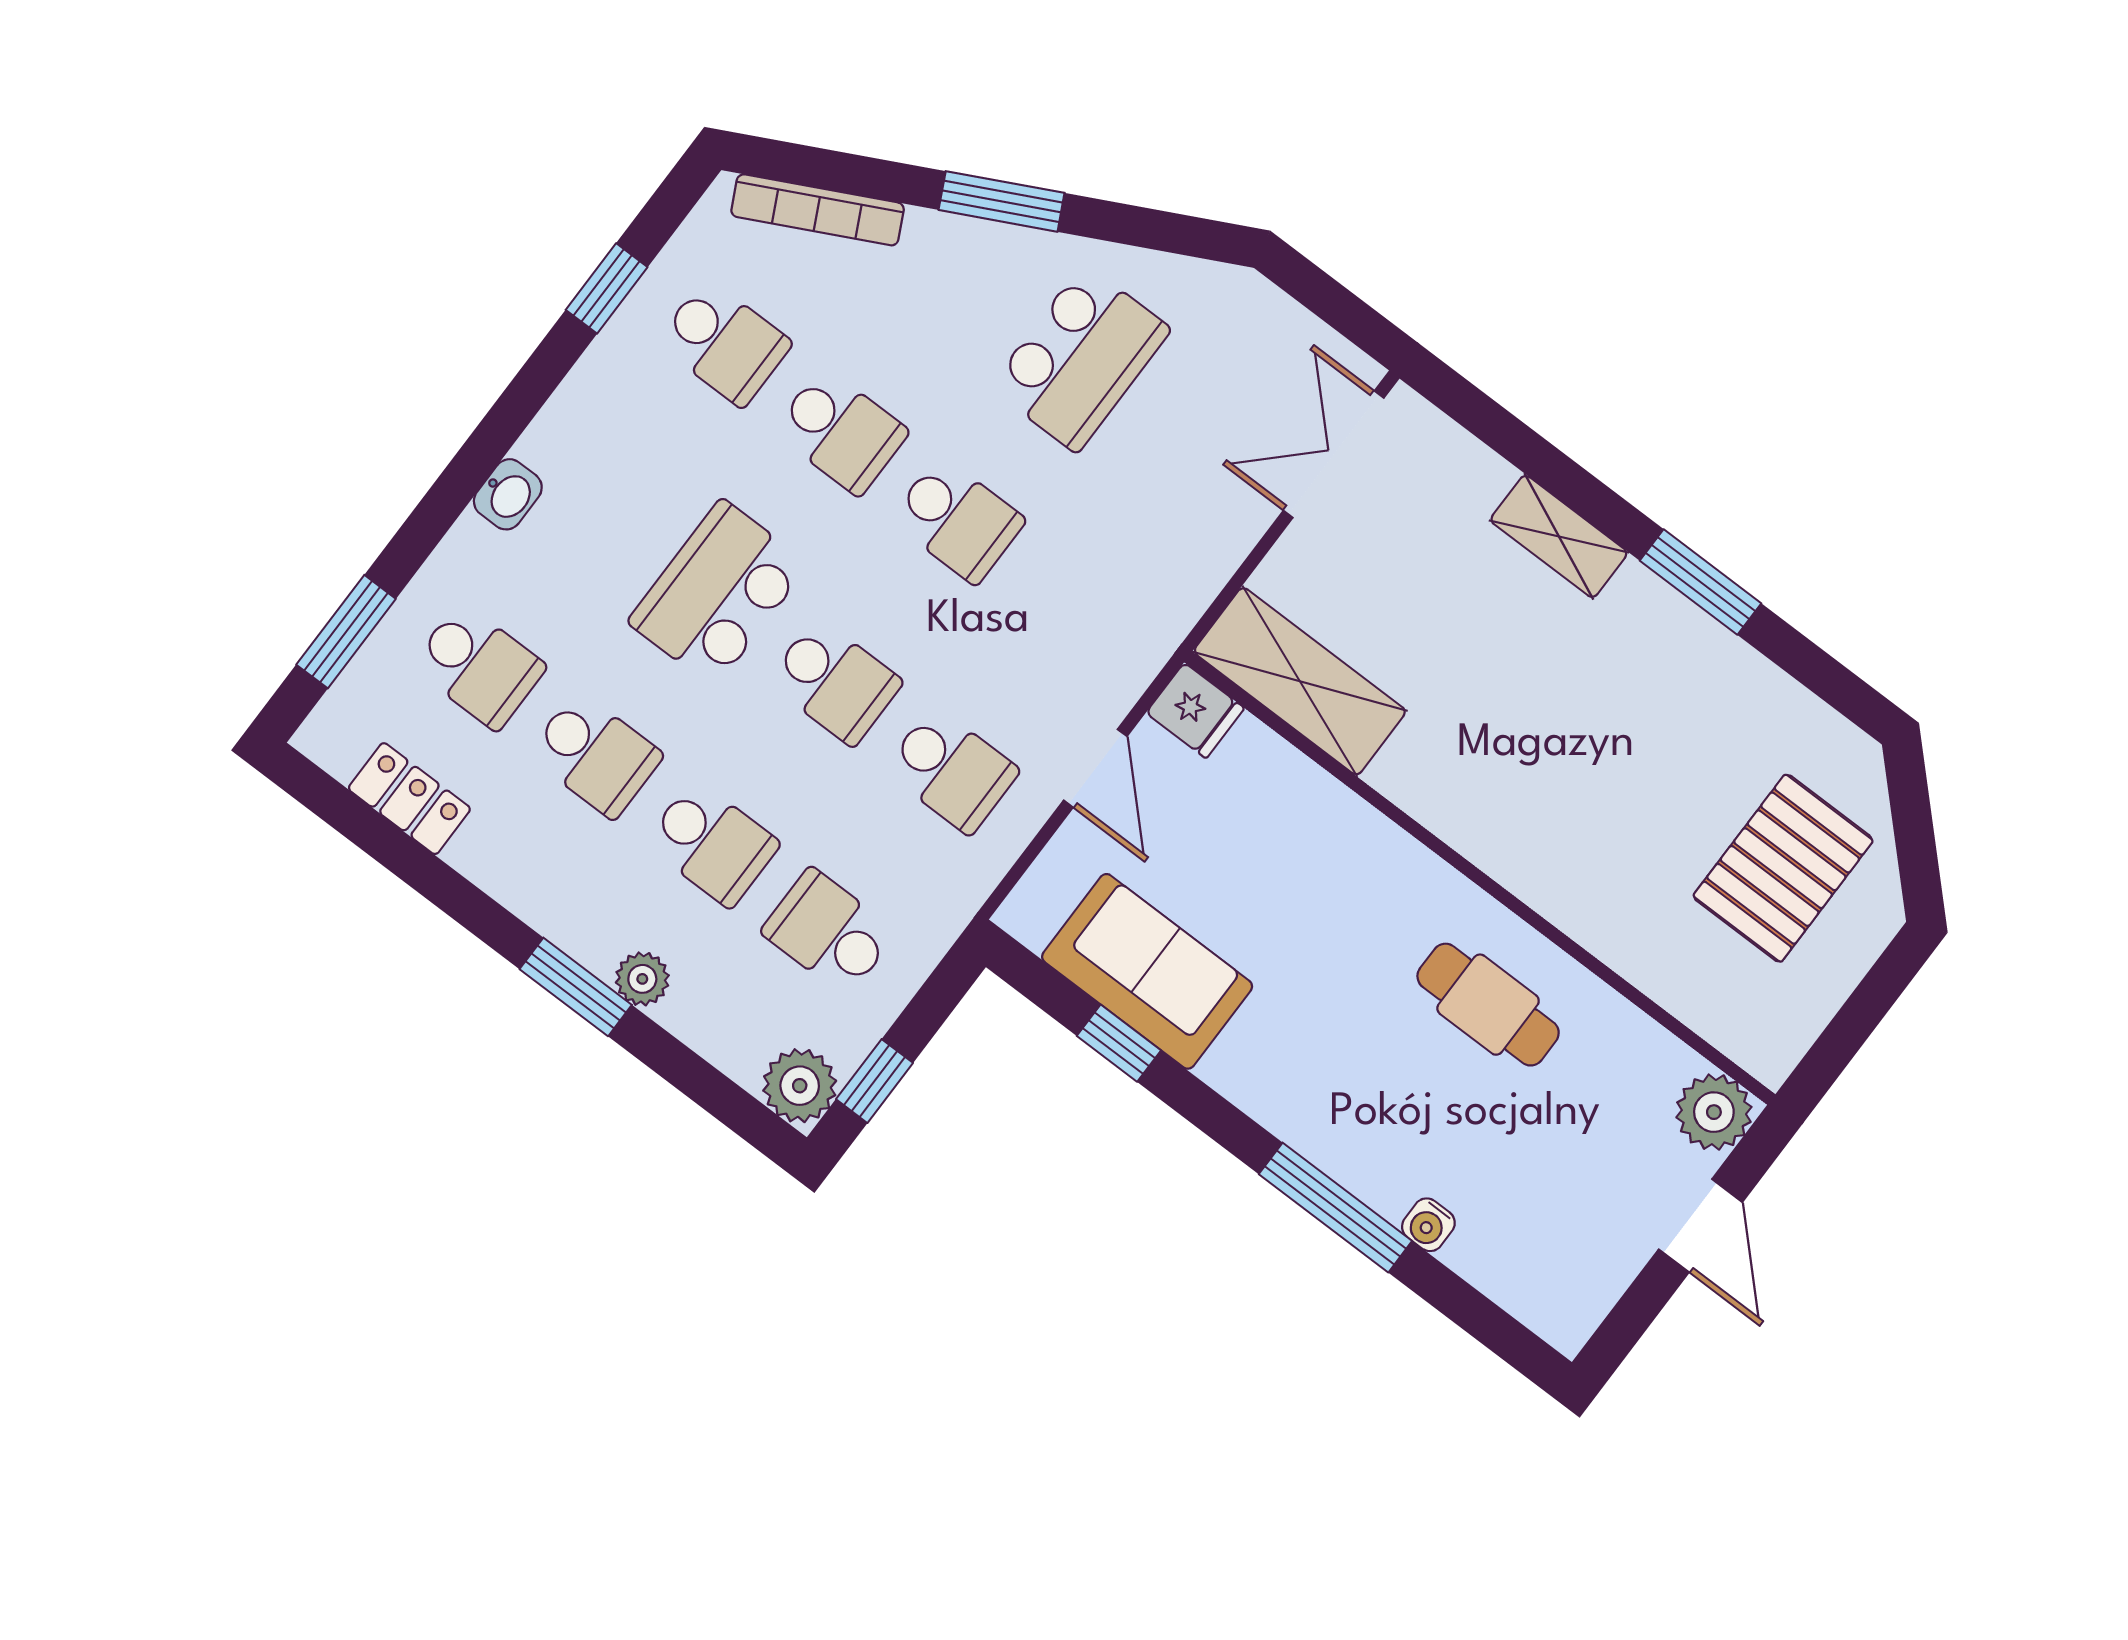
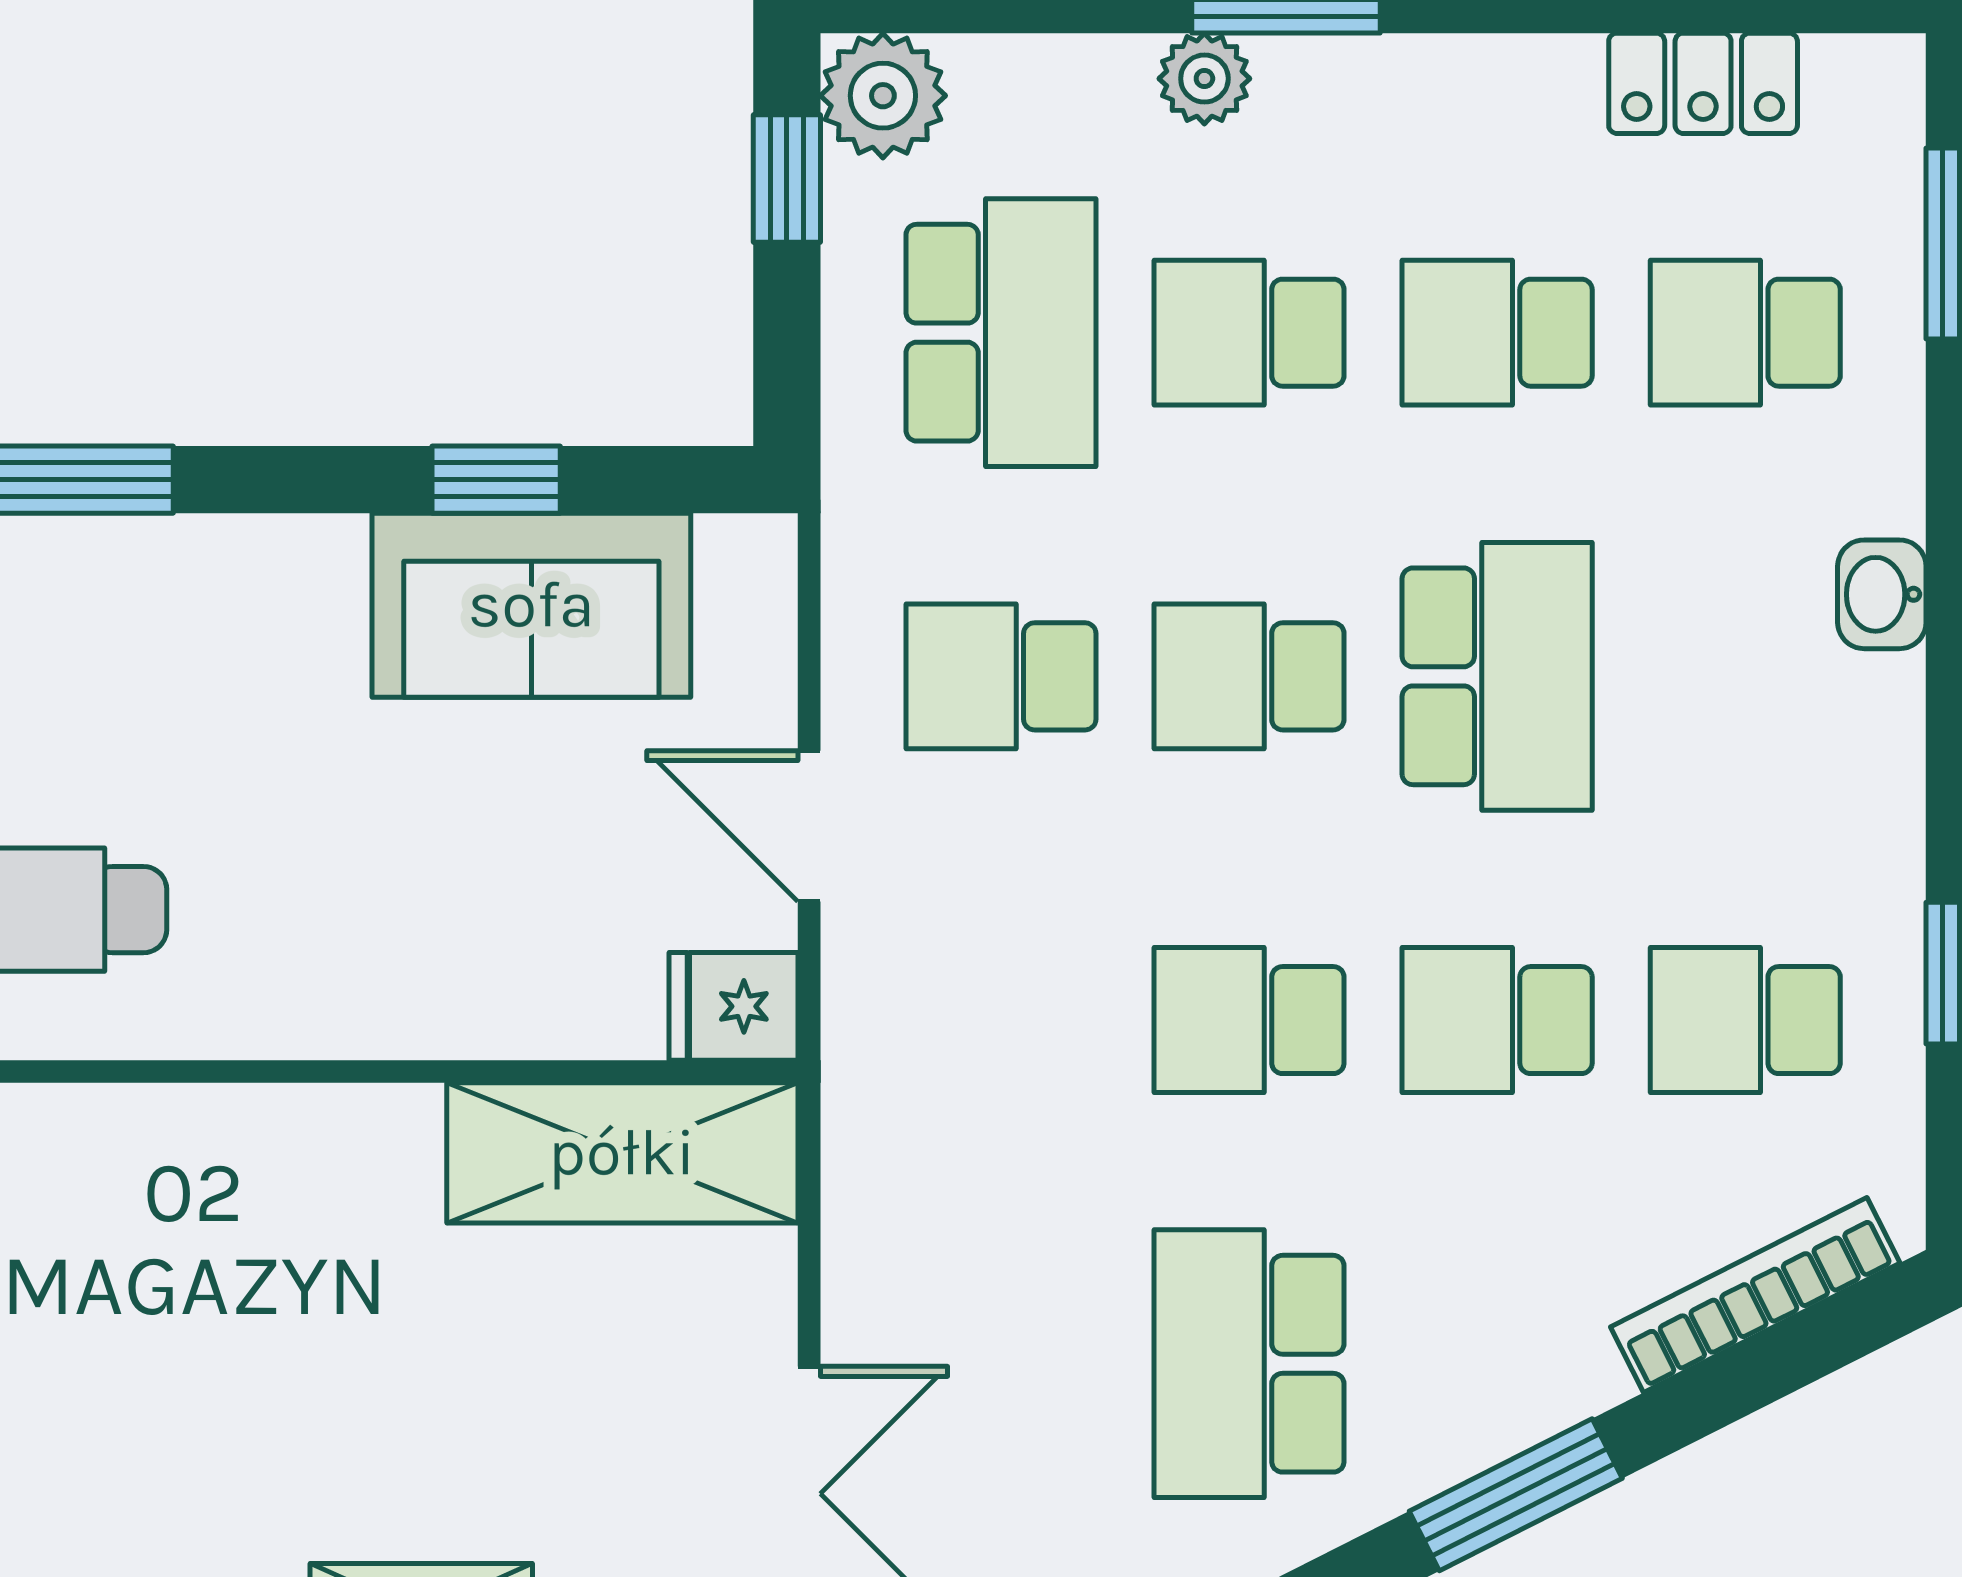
school desk: (829, 932) -> (1001, 333), width x1.85

